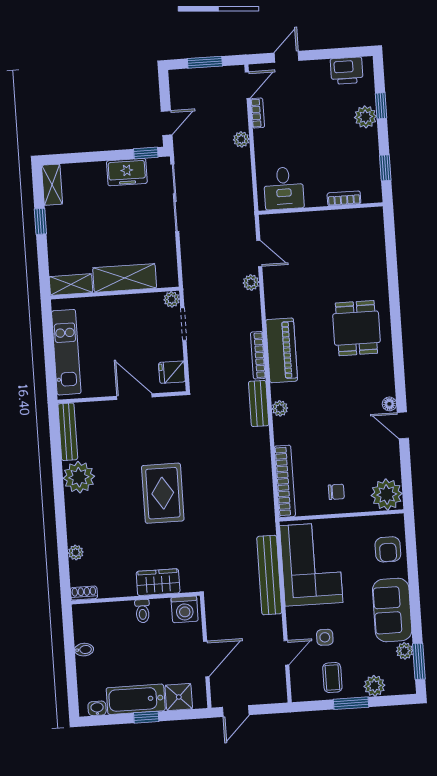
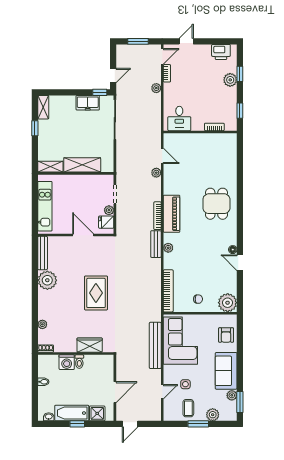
plant: (172, 299) -> (109, 210), moved
washing machine: (185, 609) -> (67, 362), moved

